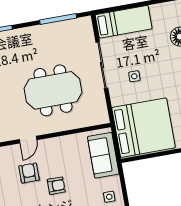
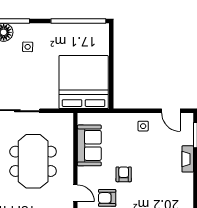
side table: (134, 76) -> (28, 47), moved
sofa: (103, 155) -> (89, 145), moved, turned -90

